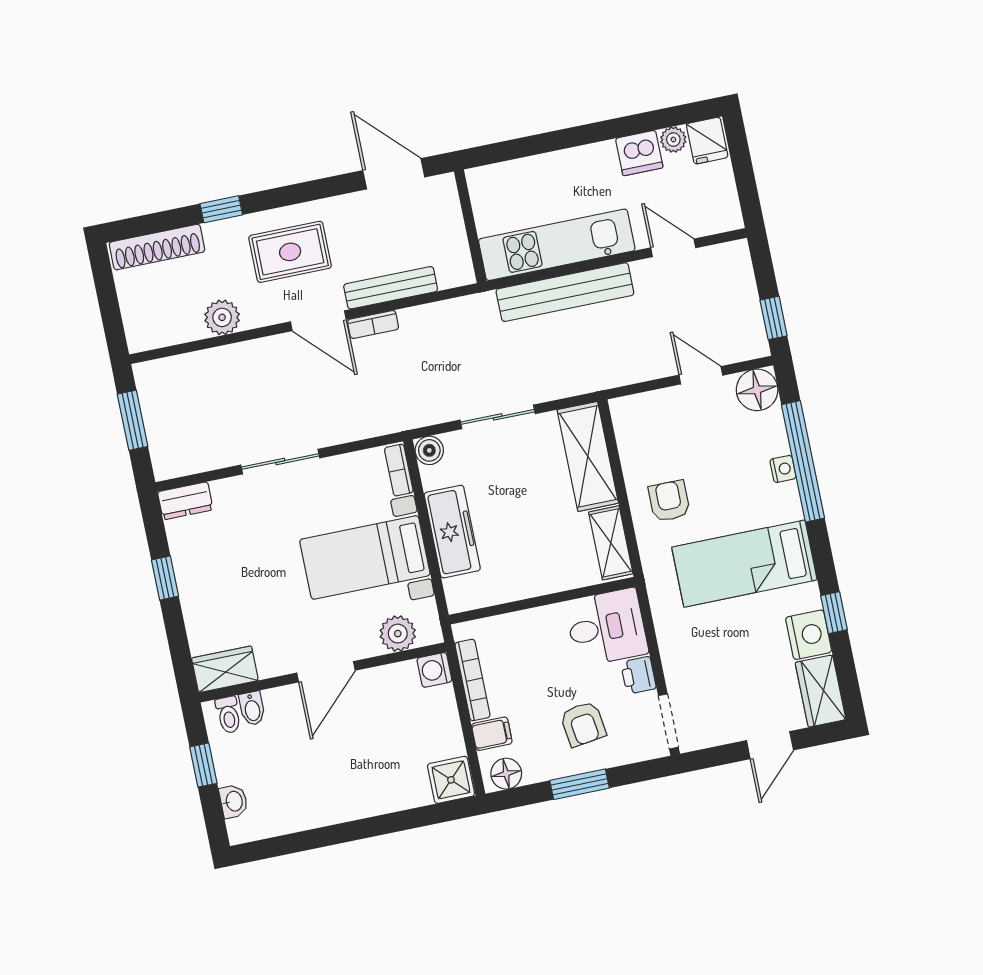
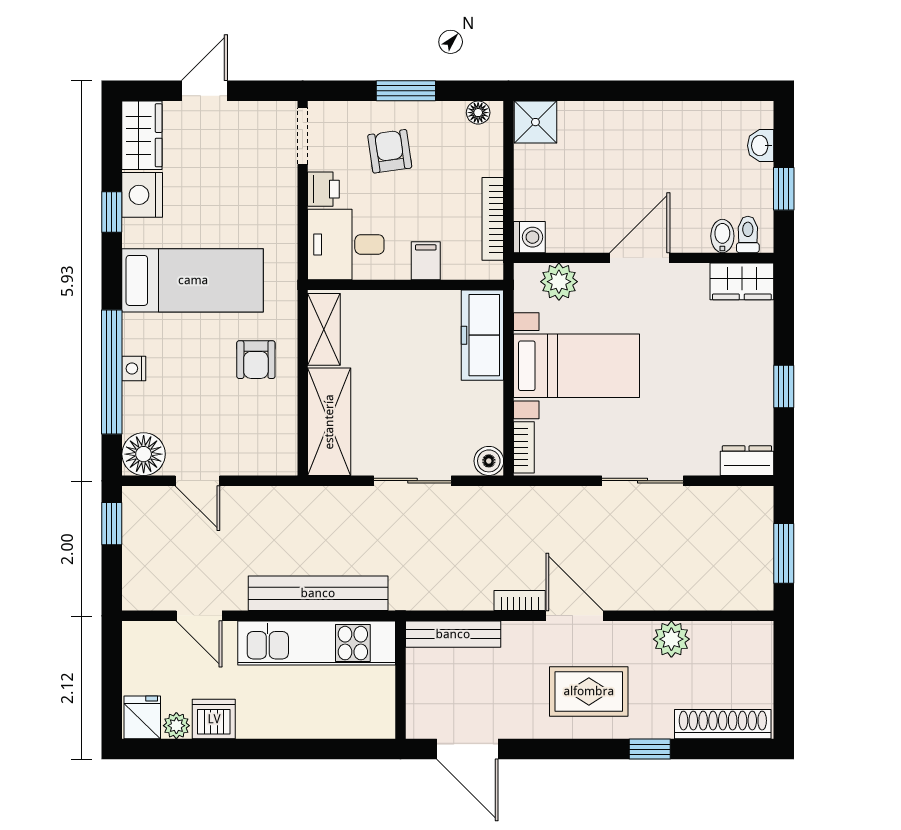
bench: (391, 288) -> (453, 634), moved
freezer: (452, 532) -> (482, 335), moved
filing cabinet: (492, 734) -> (426, 261), moved, turned 90
floor lamp: (506, 774) -> (478, 113), width x0.73, depth x0.73

